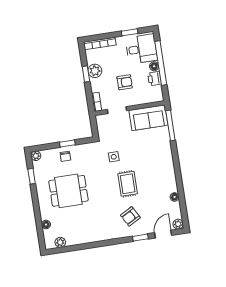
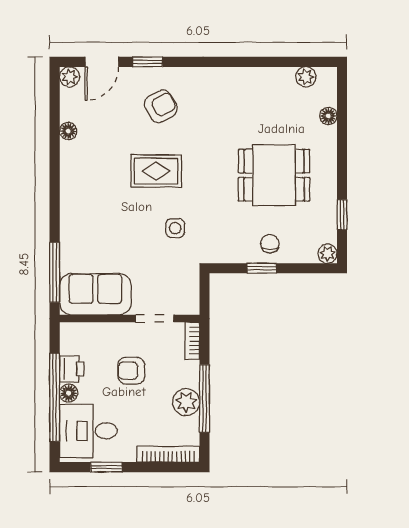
window: (86, 74) -> (204, 398), width x2.17
rug: (128, 184) -> (156, 171), turned 90

